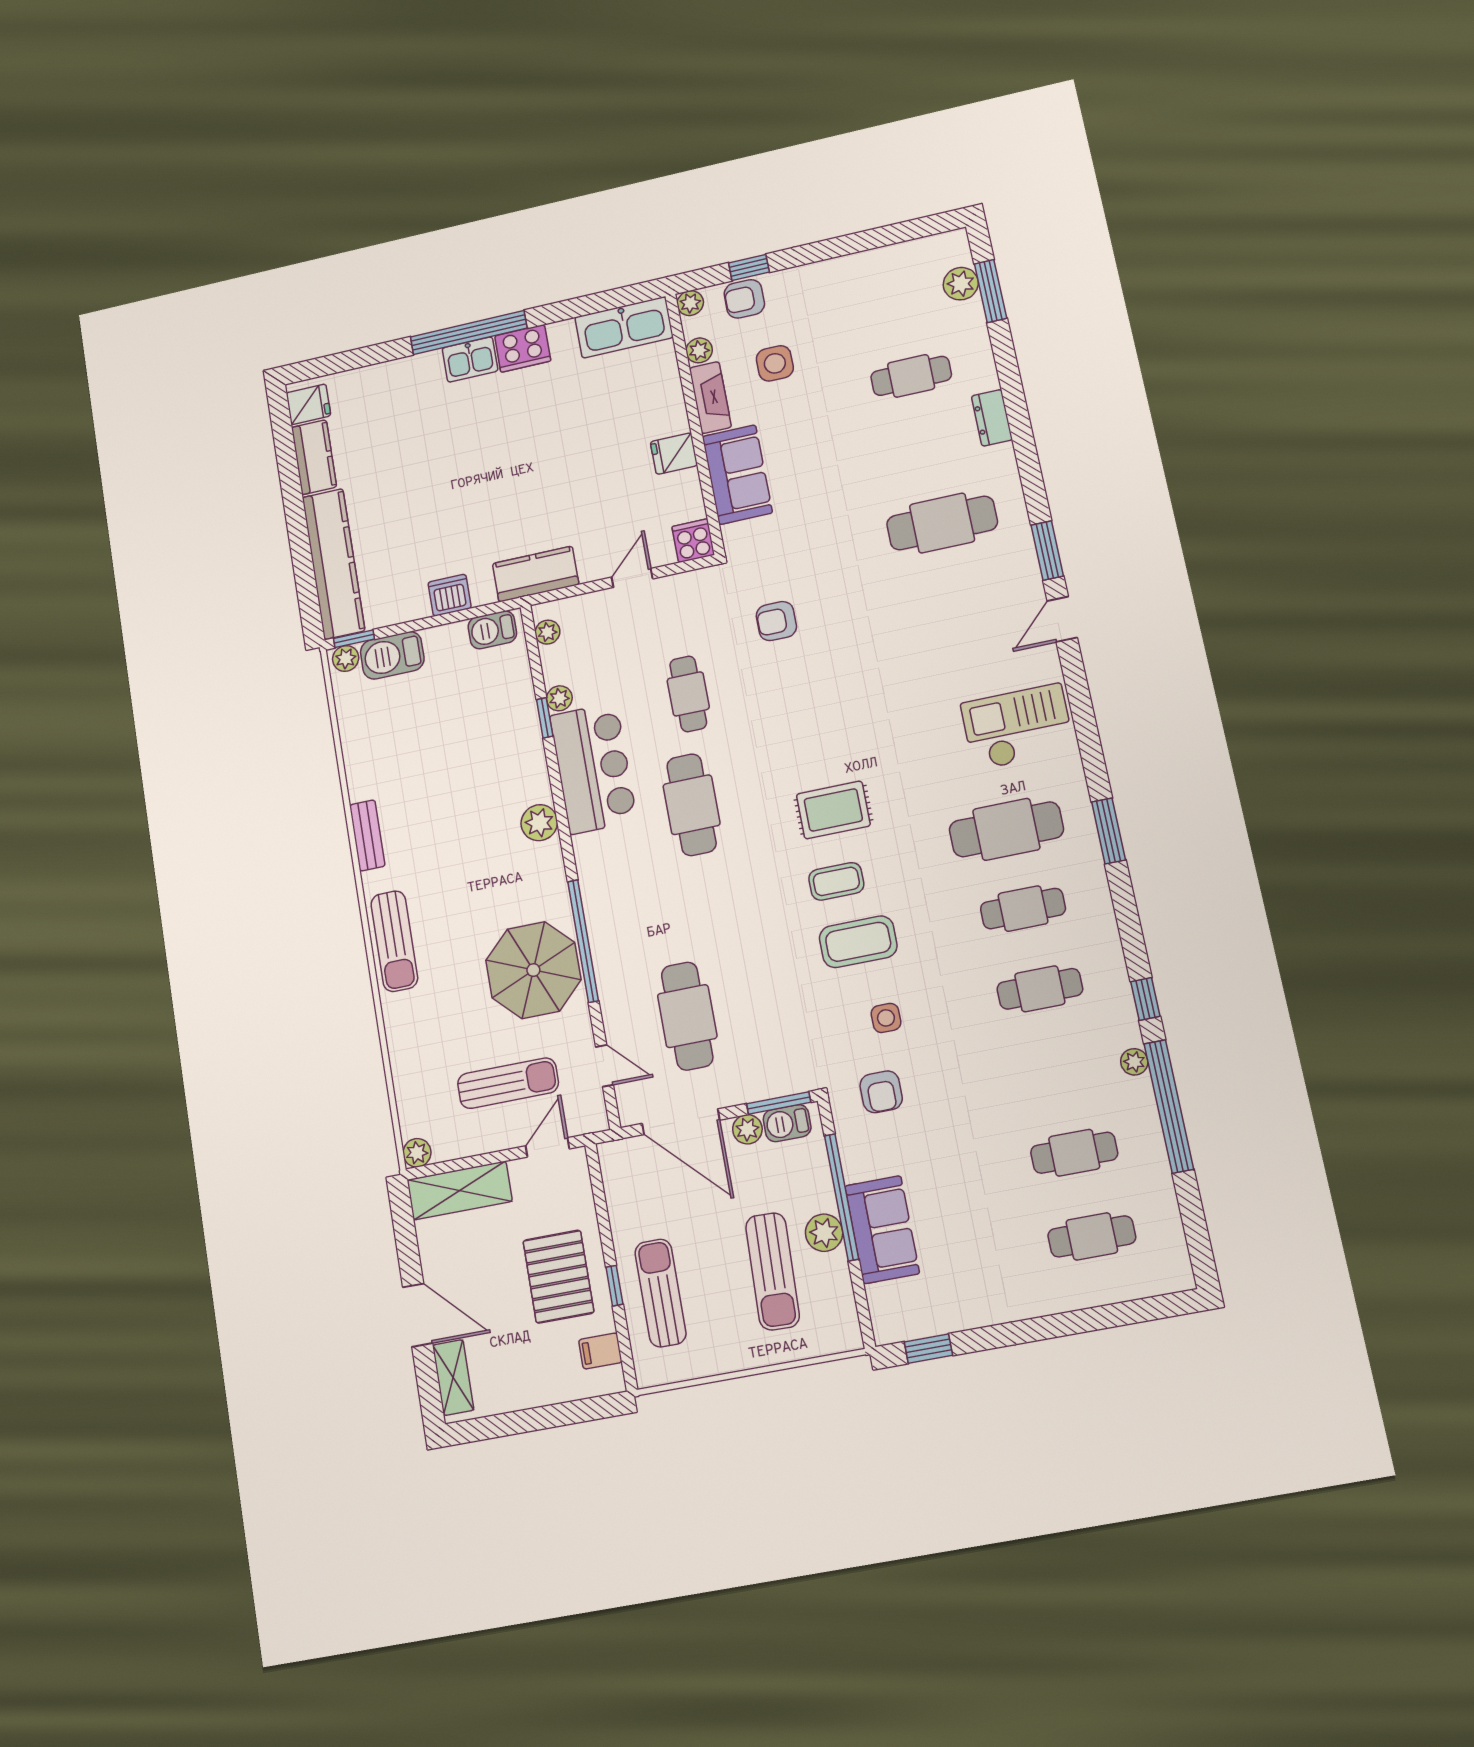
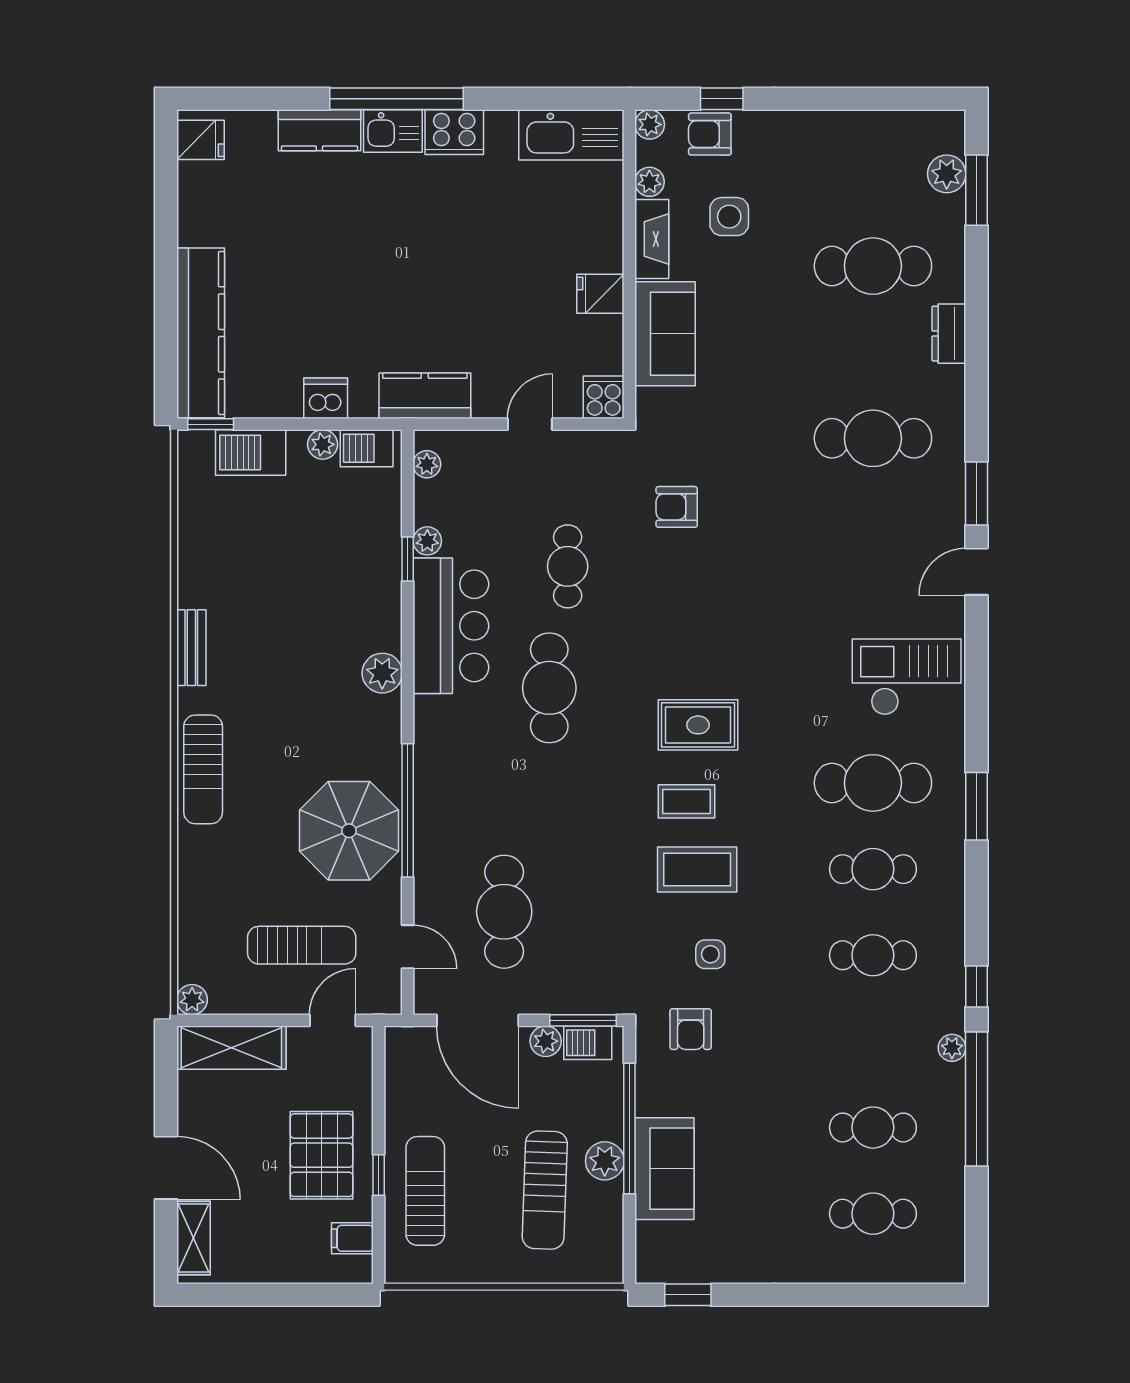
cafe table: (911, 376) -> (873, 266), width x1.37, depth x1.35
kitchen counter: (314, 457) -> (319, 130), moved, turned 90
plant: (346, 658) -> (323, 444), moved

